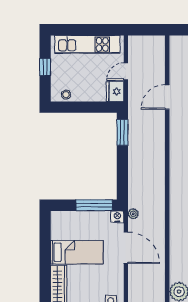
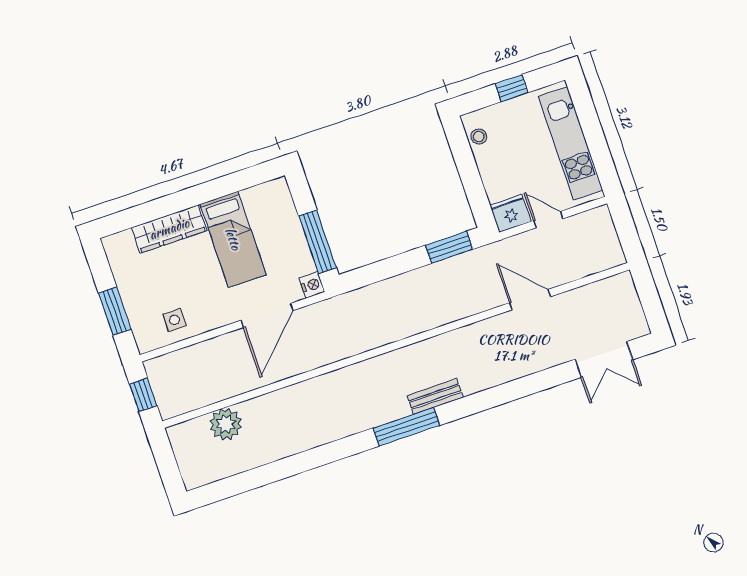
plant: (133, 214) -> (325, 309), removed

